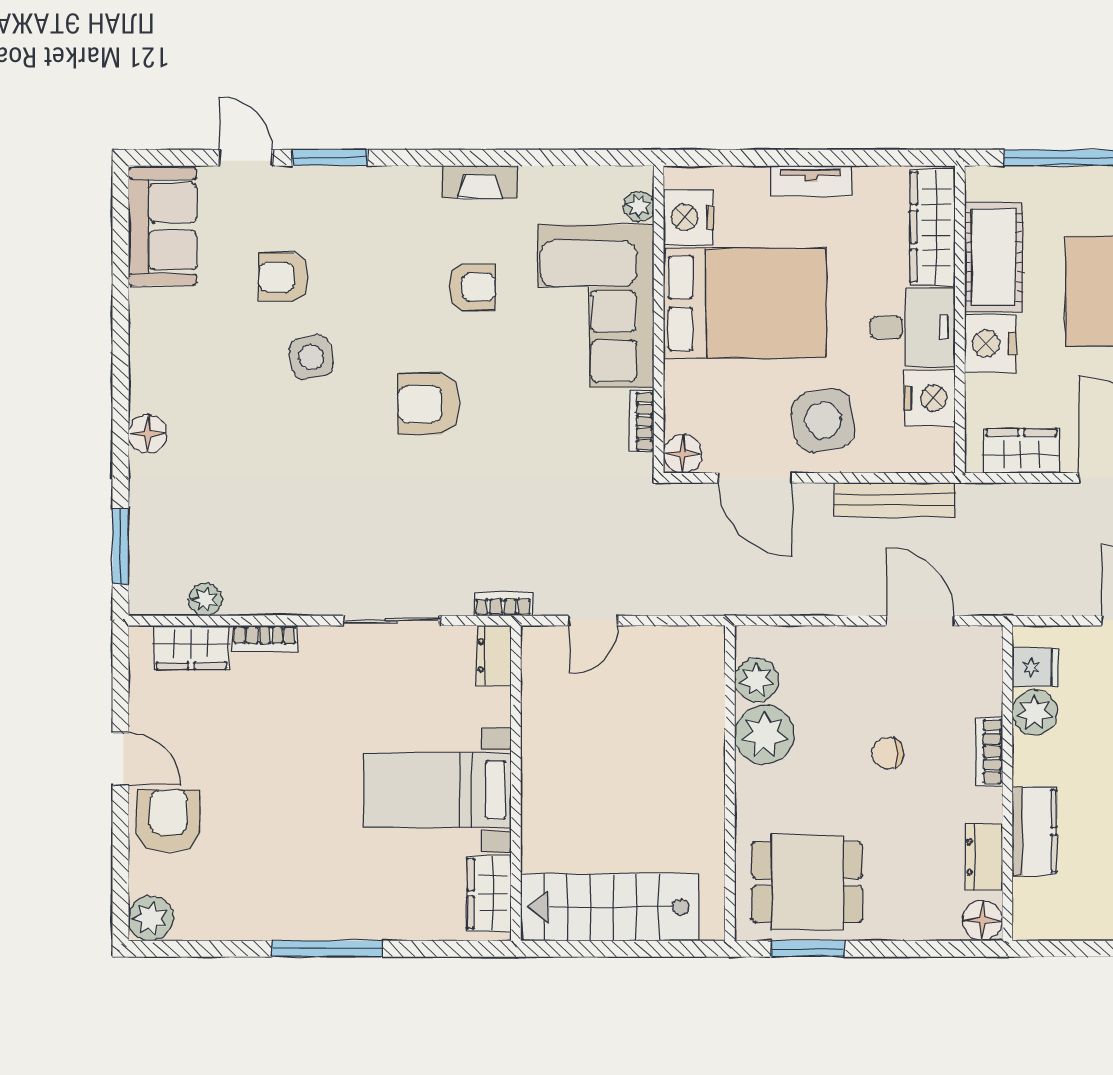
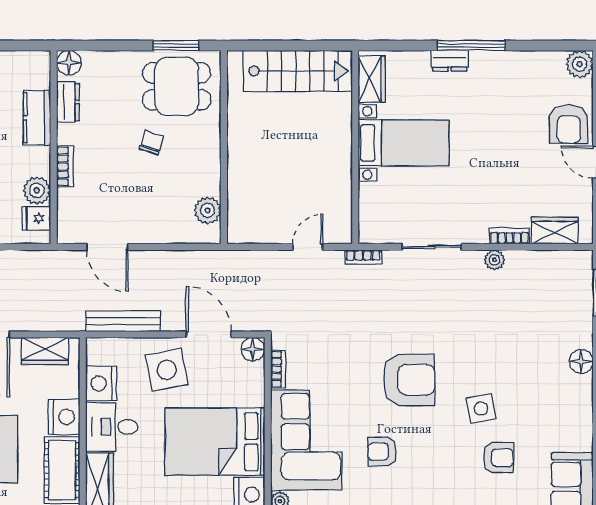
armchair: (429, 404) -> (409, 380), width x1.36, depth x1.36
plant: (205, 599) -> (494, 260), moved
dresser: (494, 655) -> (450, 61), moved, turned 90
plant: (764, 735) -> (203, 177), removed
chair: (887, 753) -> (152, 143), moved, turned -72

